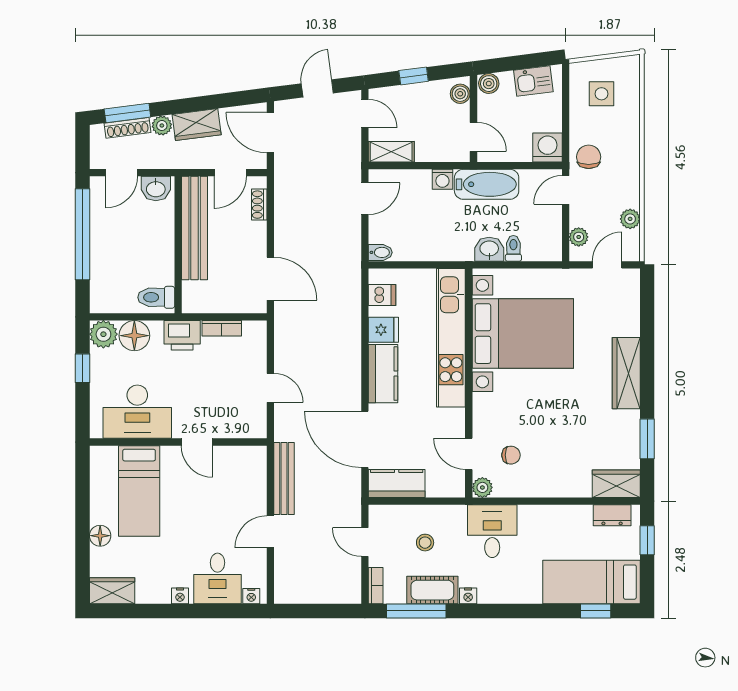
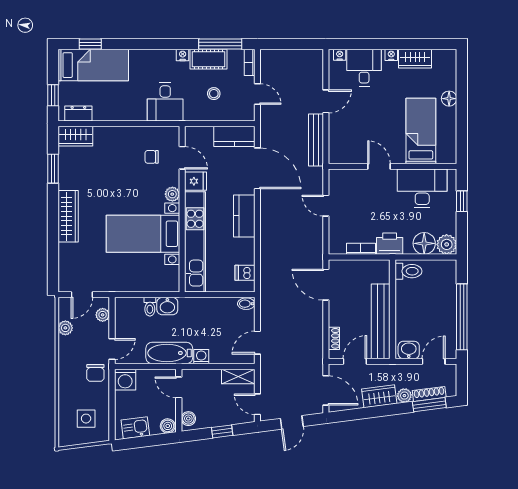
fridge: (383, 330) -> (196, 181), moved, turned 180
bed with nightstands: (523, 334) -> (143, 234), width x0.73
window: (82, 368) -> (462, 201), moved
plant: (482, 487) -> (172, 194), moved
wardrobe: (112, 591) -> (415, 59), moved

